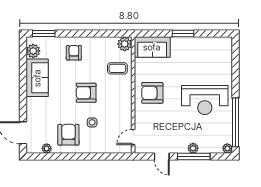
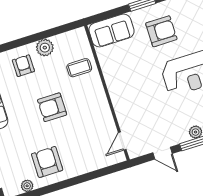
plant: (125, 44) -> (45, 48), moved
armchair: (152, 93) -> (161, 31), moved, turned 180
side table: (92, 122) -> (70, 139), removed

